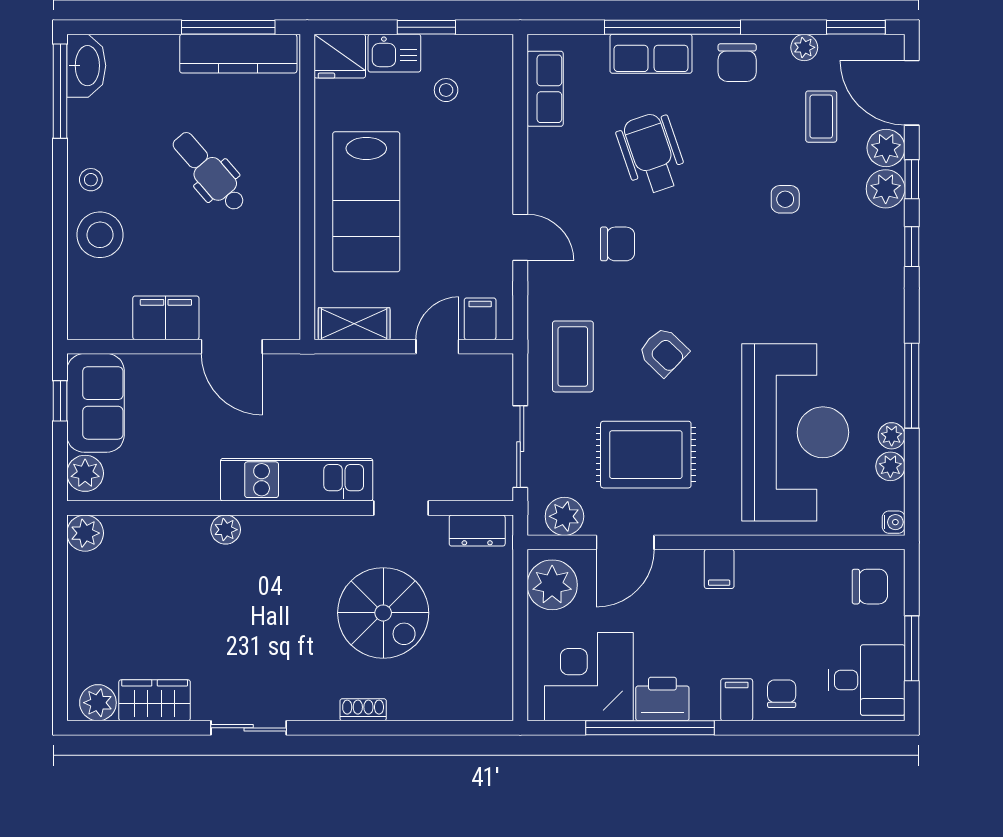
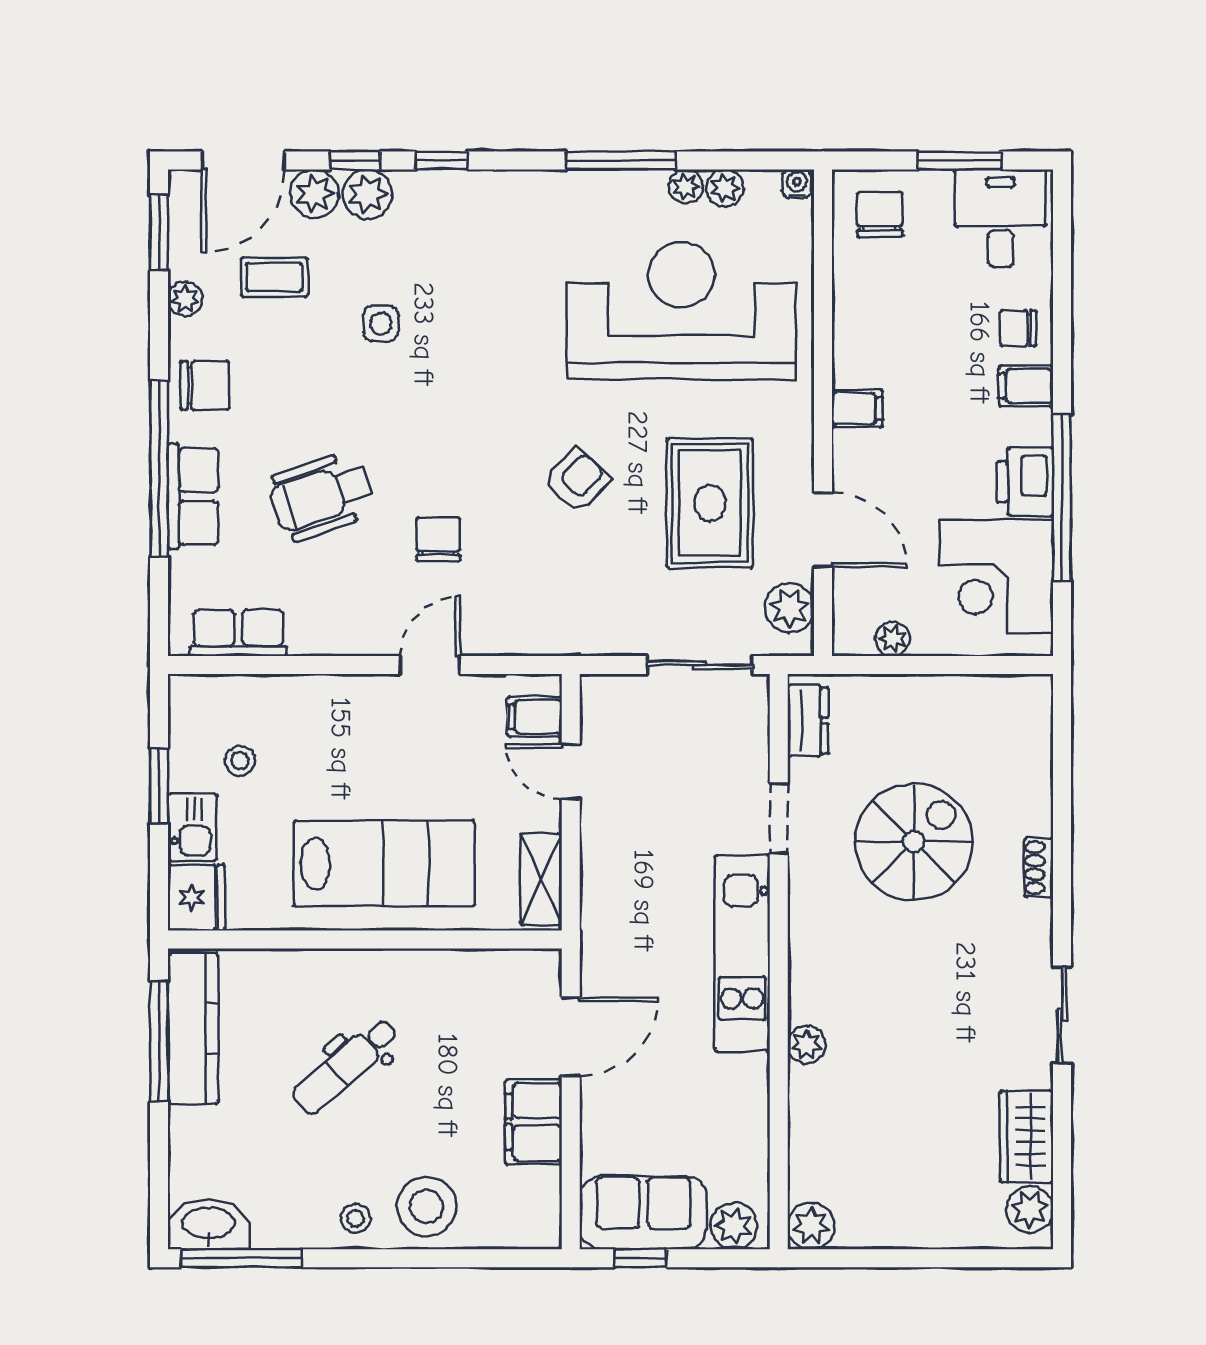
coffee table: (573, 356) -> (583, 597), removed
plant: (552, 585) -> (893, 639), width x0.53, depth x0.53

